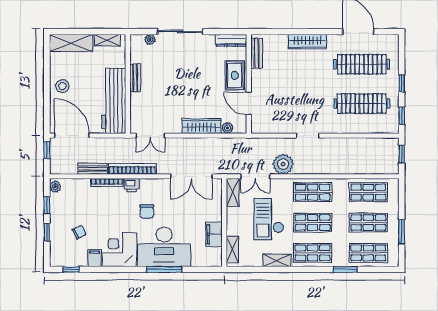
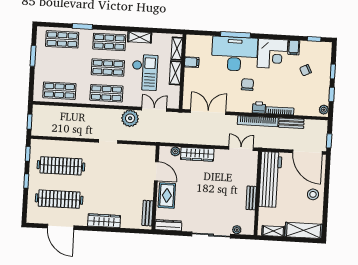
shelving: (233, 193) -> (175, 73), moved
shop shelf: (368, 223) -> (61, 65), removed
filing cabinet: (214, 234) -> (192, 62), width x0.50

